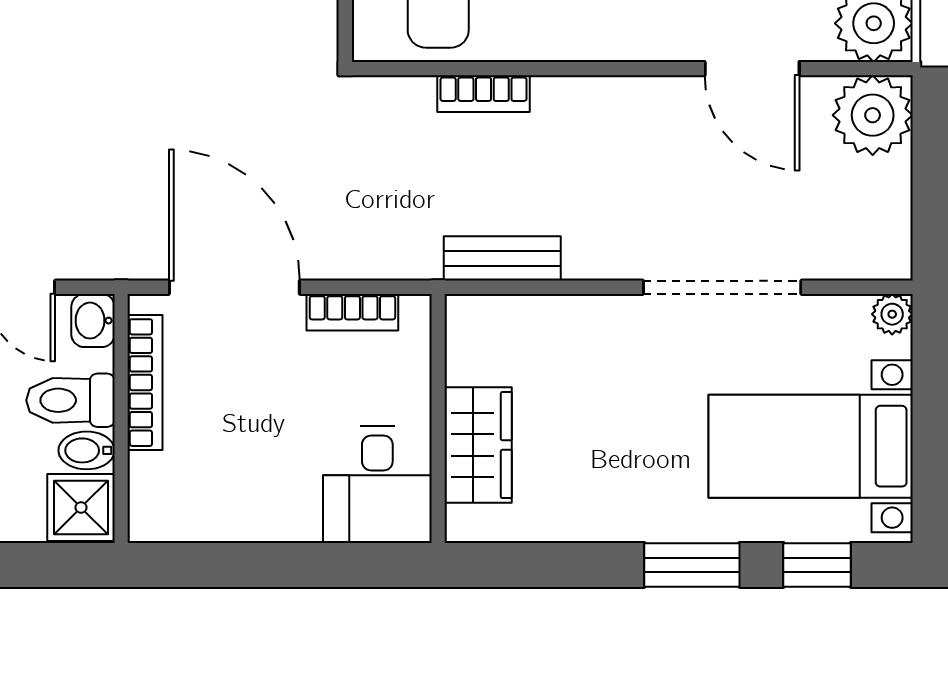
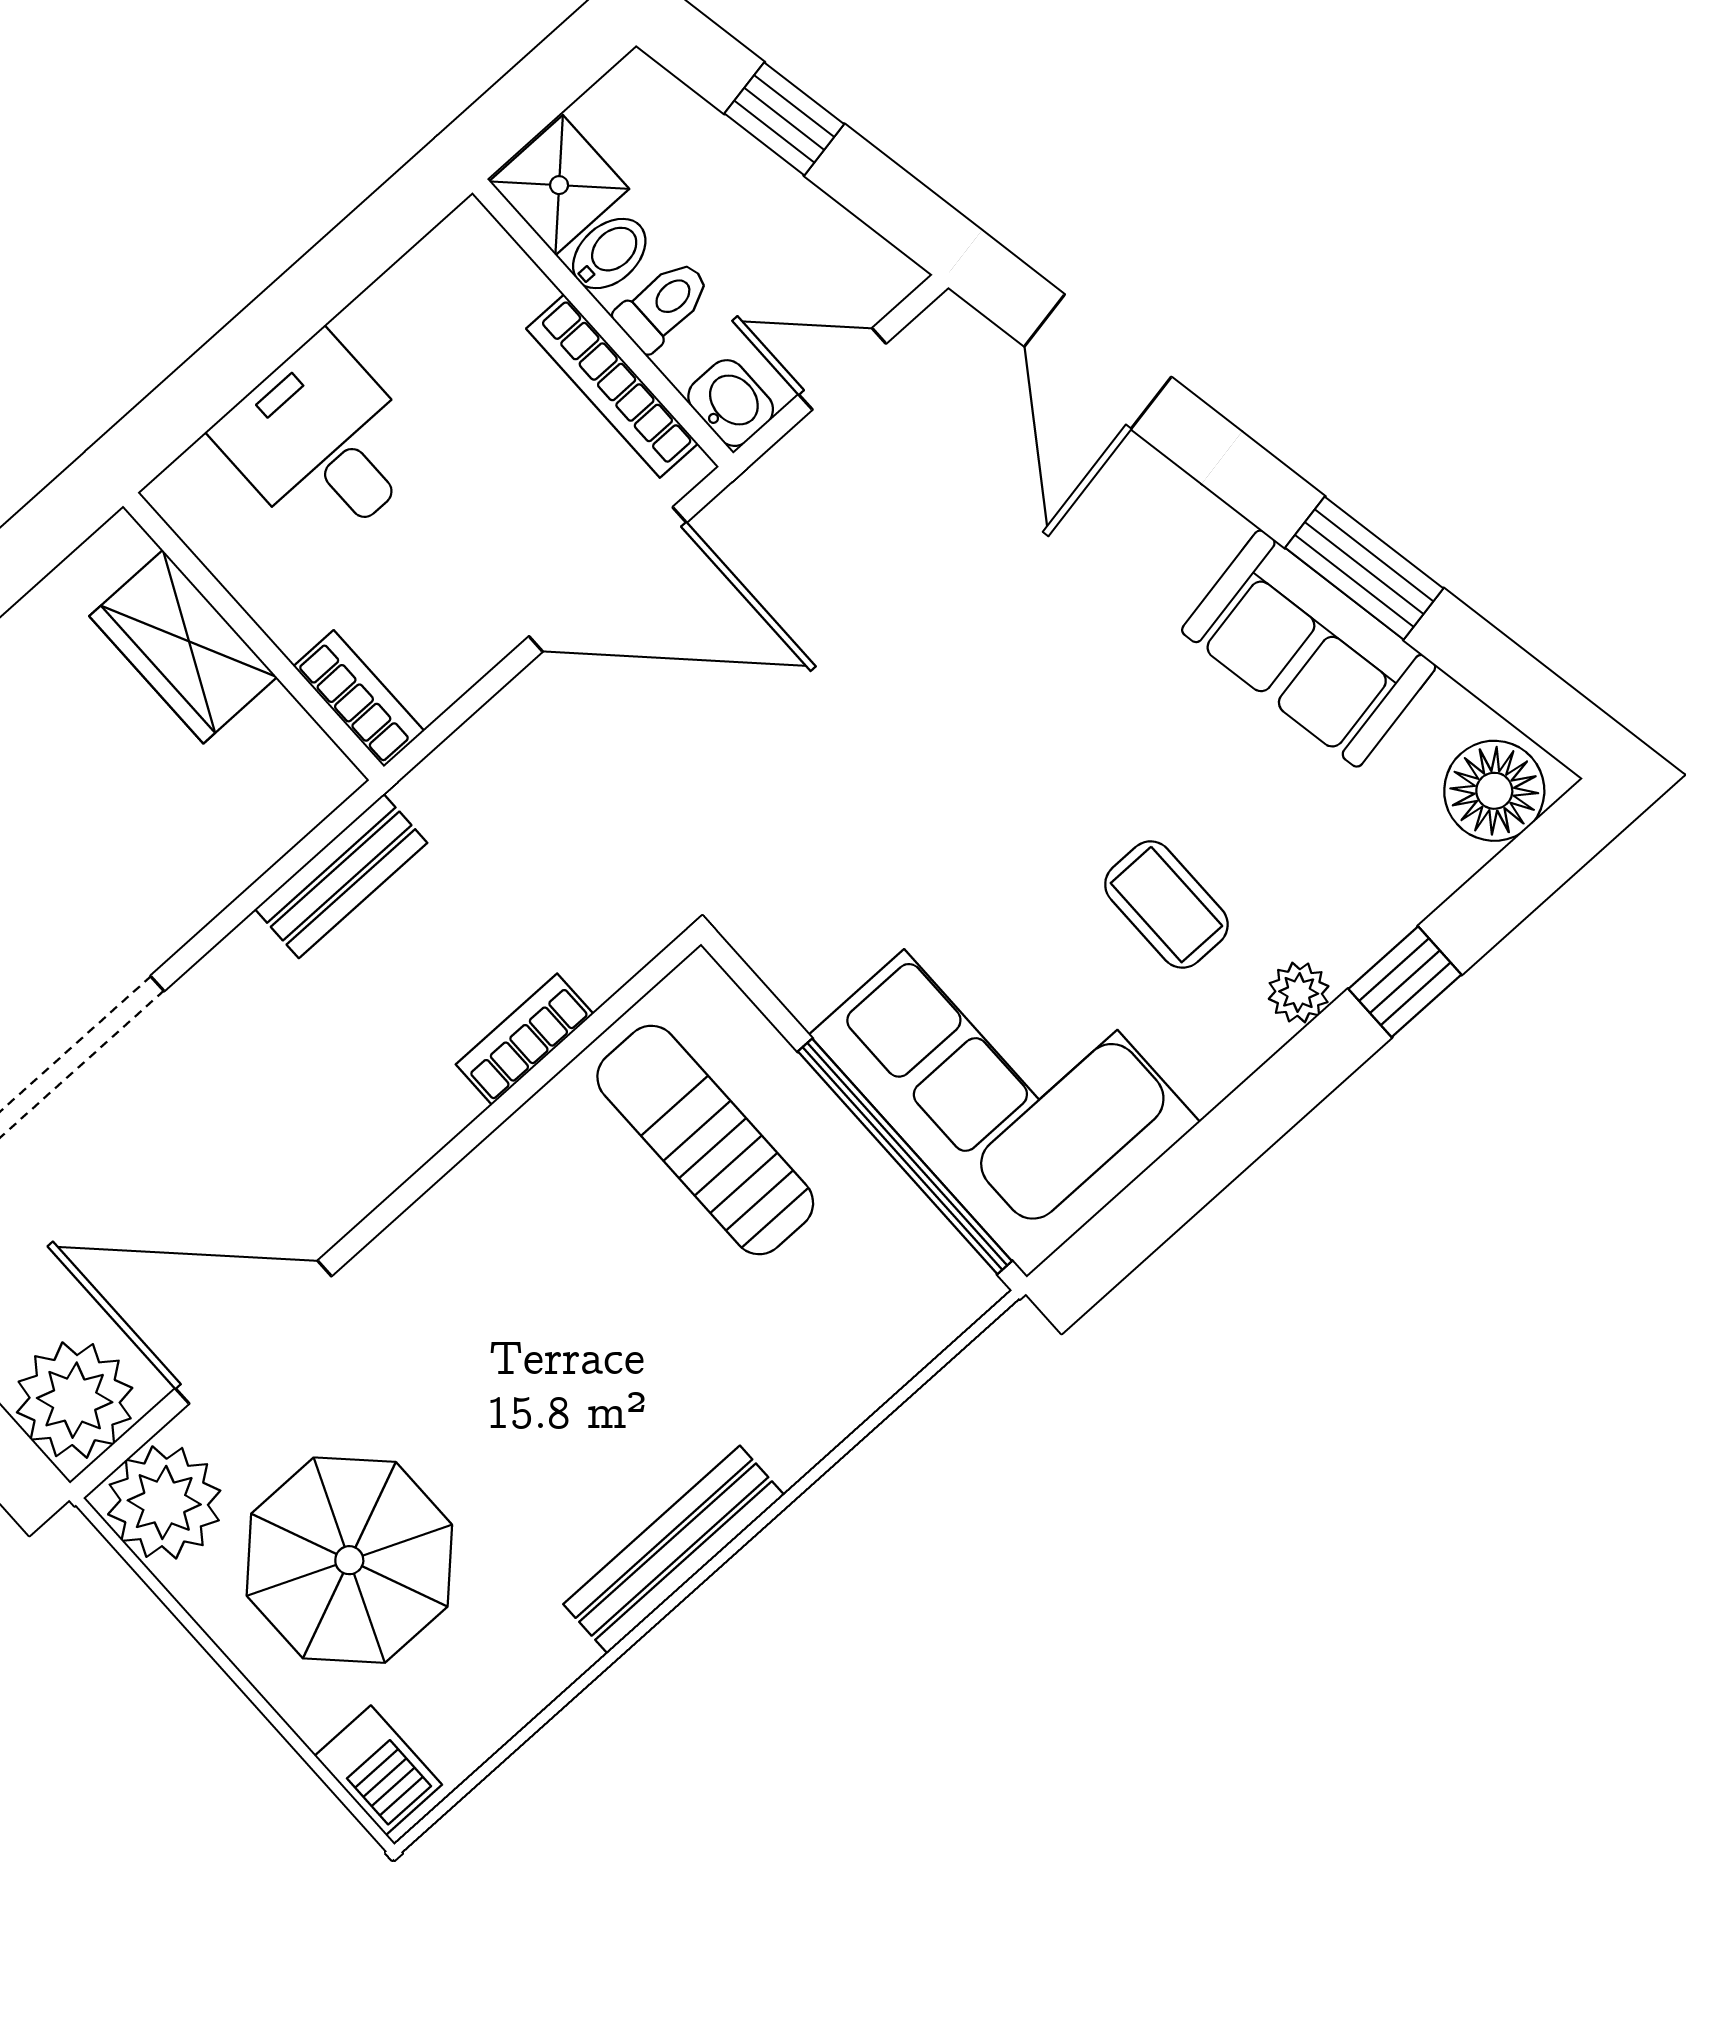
door: (752, 69) -> (253, 1332), width x1.36
bookcase: (352, 312) -> (359, 699), moved, turned 90
toilet: (71, 400) -> (663, 305), width x0.73, depth x0.72
desk: (377, 485) -> (322, 443), moved

